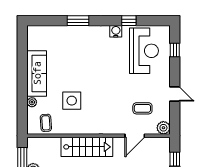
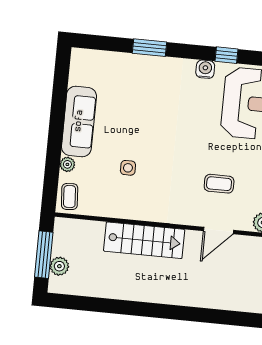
side table: (72, 101) -> (128, 168), width x0.54, depth x0.54
coffee table: (142, 108) -> (219, 184), moved
coffee table: (46, 123) -> (70, 197), moved

